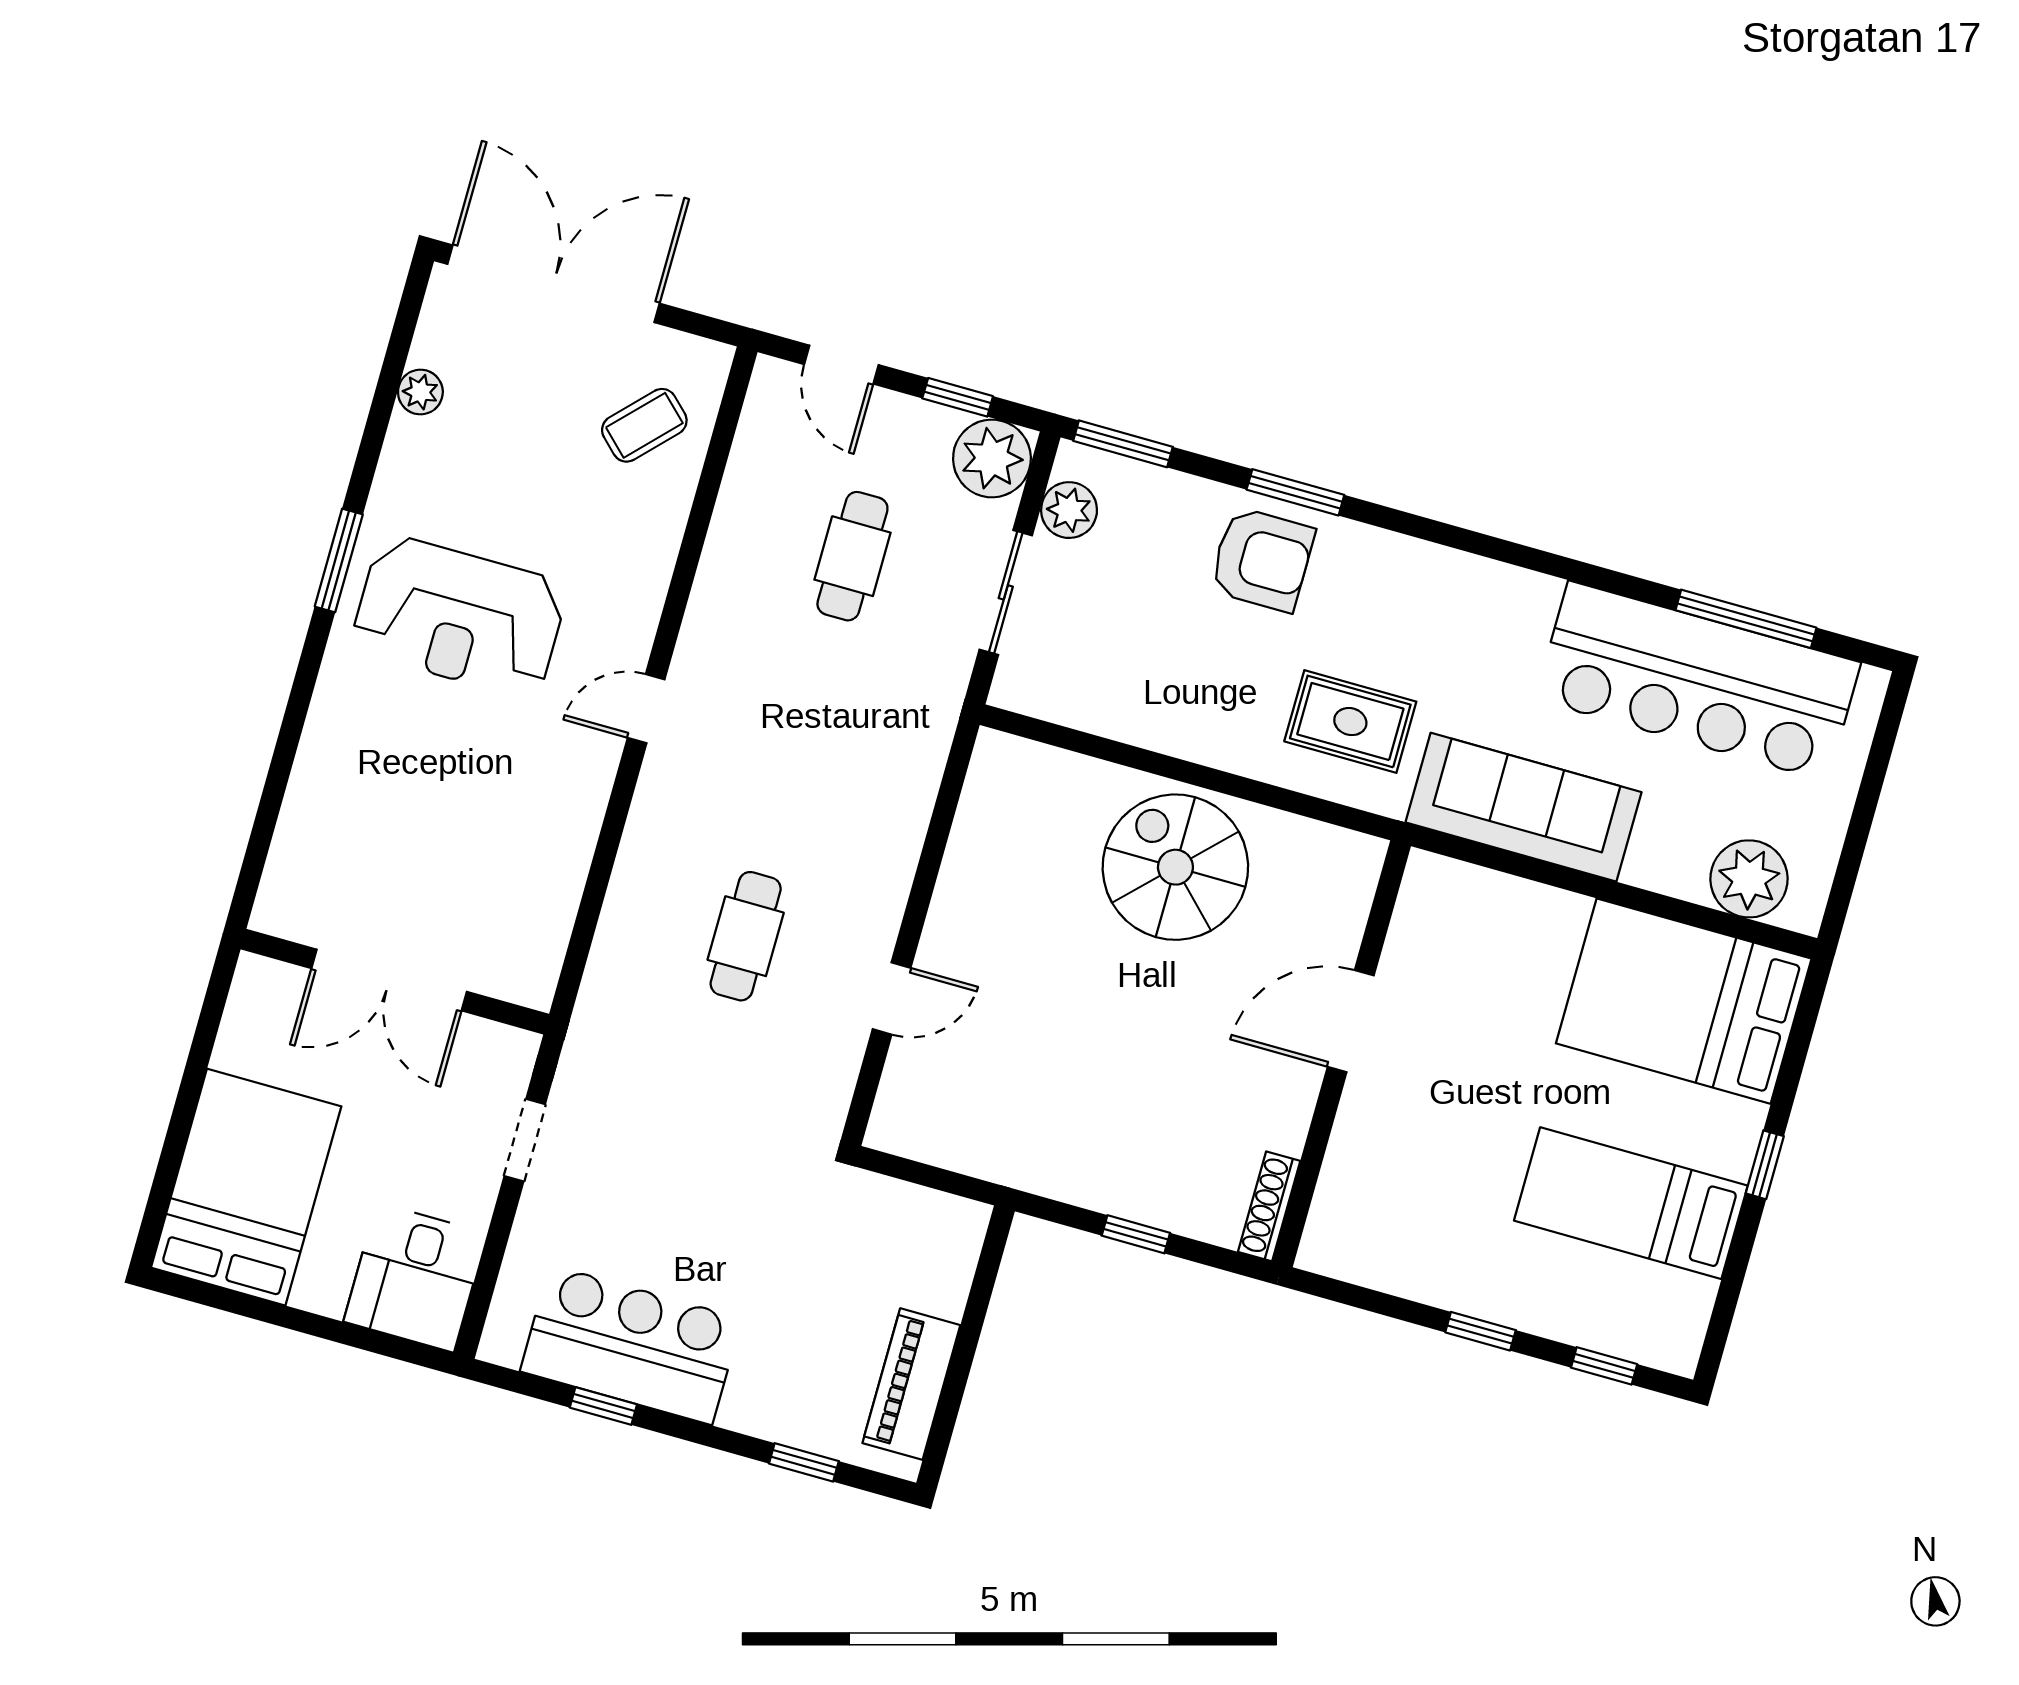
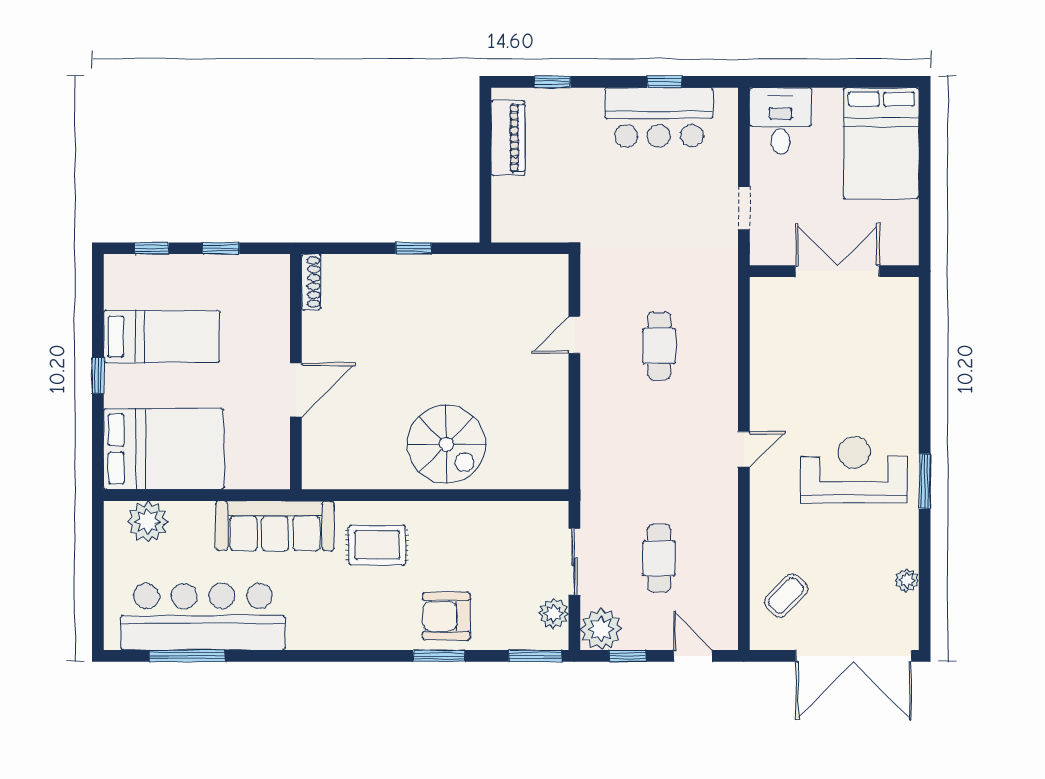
door: (1351, 1021) -> (296, 390), moved
wall: (1342, 1054) -> (296, 372), moved
shoe rack: (1269, 1206) -> (311, 282), moved

